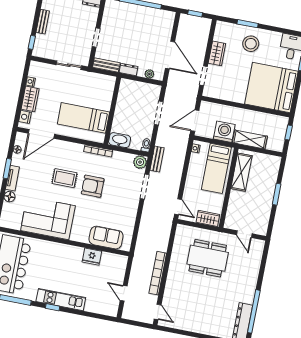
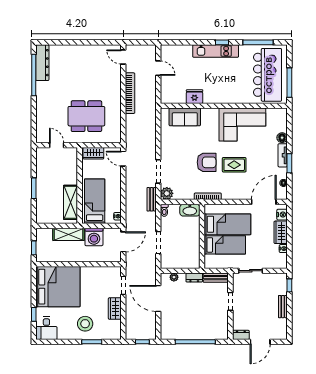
bed: (90, 97) -> (225, 245), added

